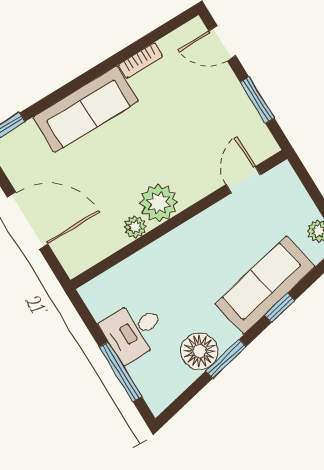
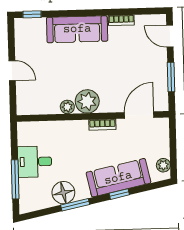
door: (243, 180) -> (139, 115), width x1.38
door: (28, 221) -> (12, 71), width x0.53
bookcase: (199, 223) -> (102, 125), added

